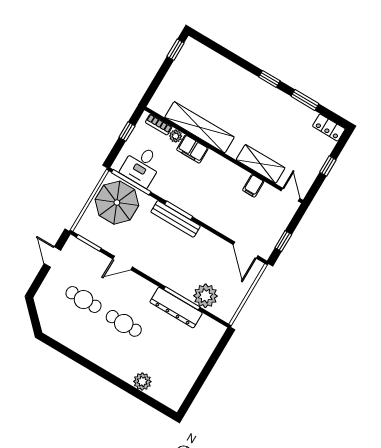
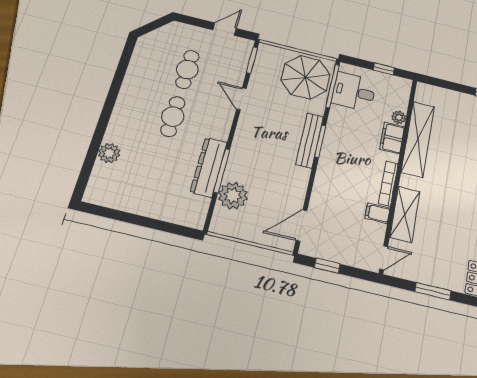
bookcase: (159, 125) -> (388, 183), moved, width x1.56
window: (328, 166) -> (433, 291), width x1.50

